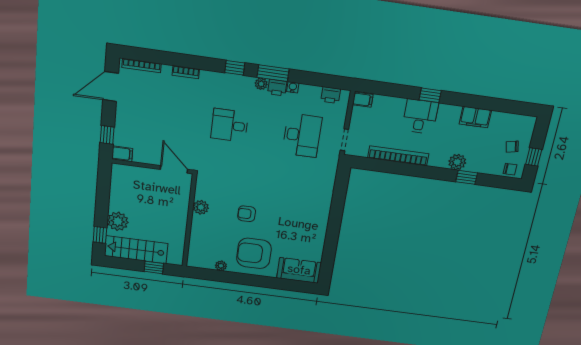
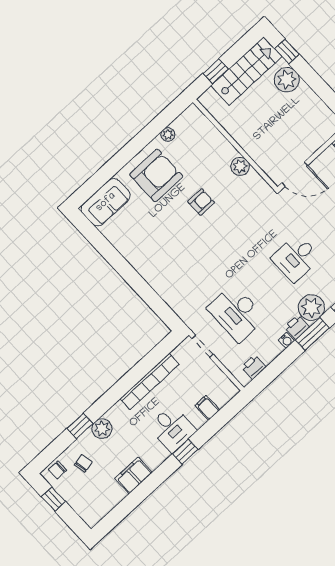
plant: (261, 84) -> (311, 308), width x1.88, depth x1.88
filing cabinet: (363, 100) -> (207, 408), moved, turned 90
desk: (230, 125) -> (296, 258), turned 180
chair: (512, 147) -> (83, 463), moved

